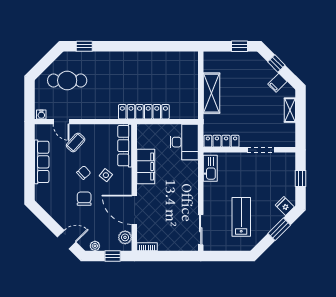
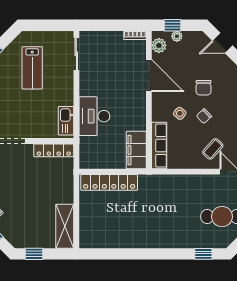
shelving: (211, 93) -> (65, 226), moved
locker: (144, 112) -> (109, 182), moved
desk: (184, 142) -> (94, 116), moved
filing cabinet: (146, 166) -> (136, 150), moved
plant: (95, 246) -> (177, 36), moved

